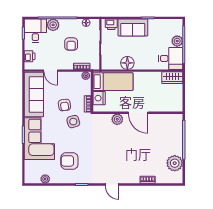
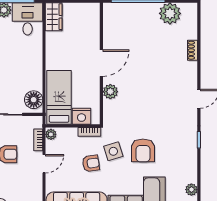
floor lamp: (127, 63) -> (34, 100), moved
door: (51, 71) -> (44, 164), moved
armchair: (69, 161) -> (143, 150), moved

